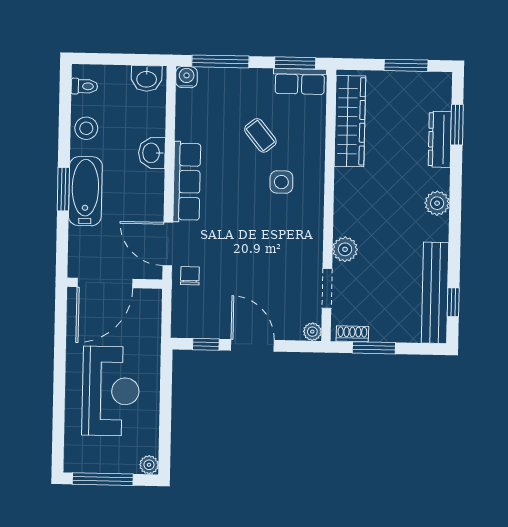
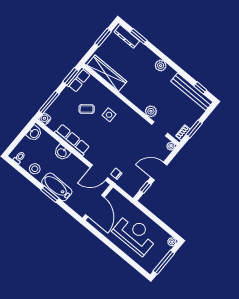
dresser: (440, 139) -> (127, 36), moved
row of seats: (187, 182) -> (72, 140), moved

